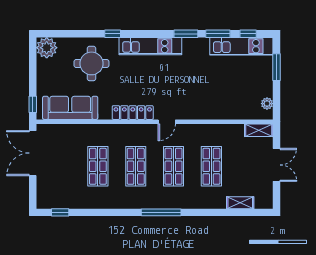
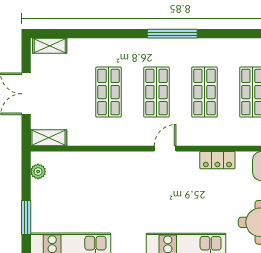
locker: (133, 113) -> (217, 160), width x0.66
shelving: (240, 203) -> (50, 46), moved

